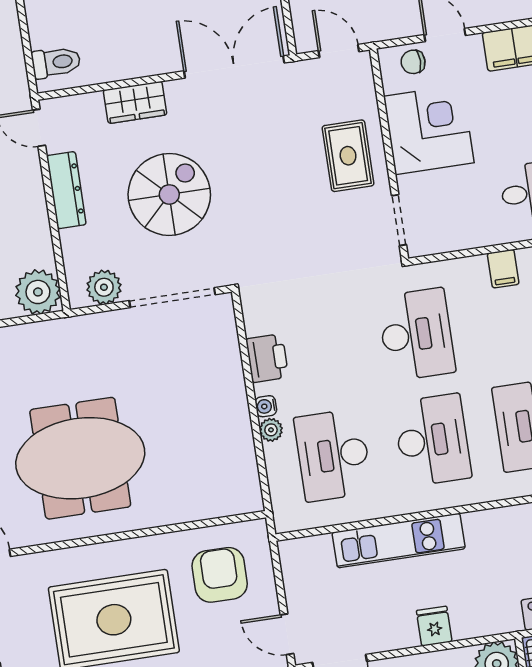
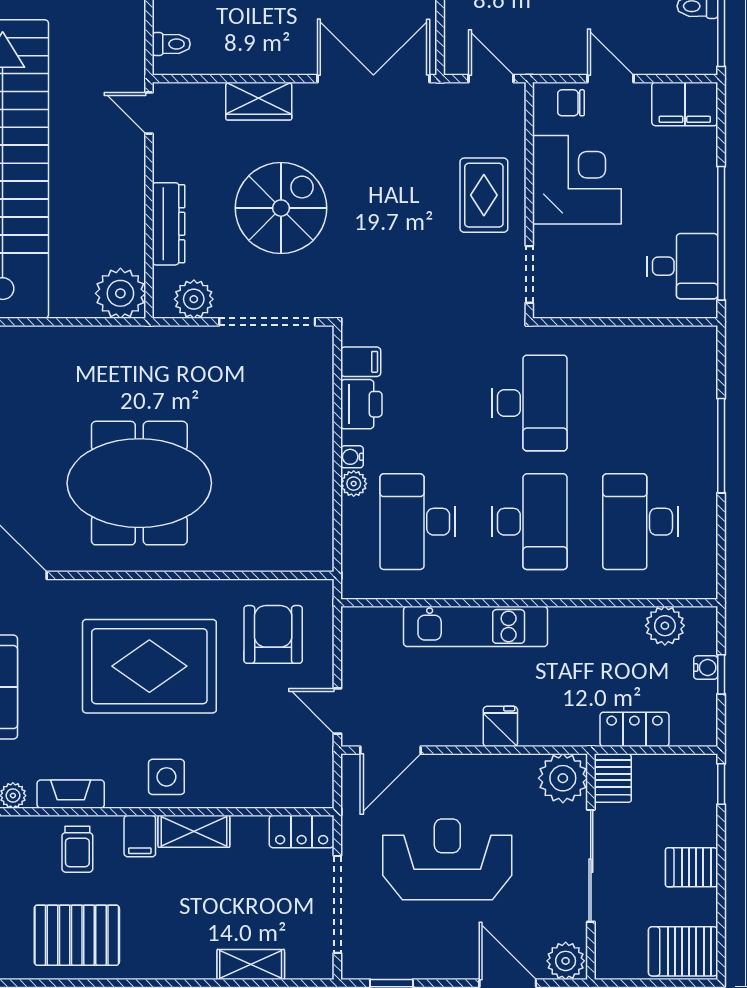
toilet: (56, 62) -> (171, 44), width x0.73, depth x0.72
dresser: (66, 190) -> (169, 224), moved
filing cabinet: (503, 269) -> (361, 362), moved, turned -90

